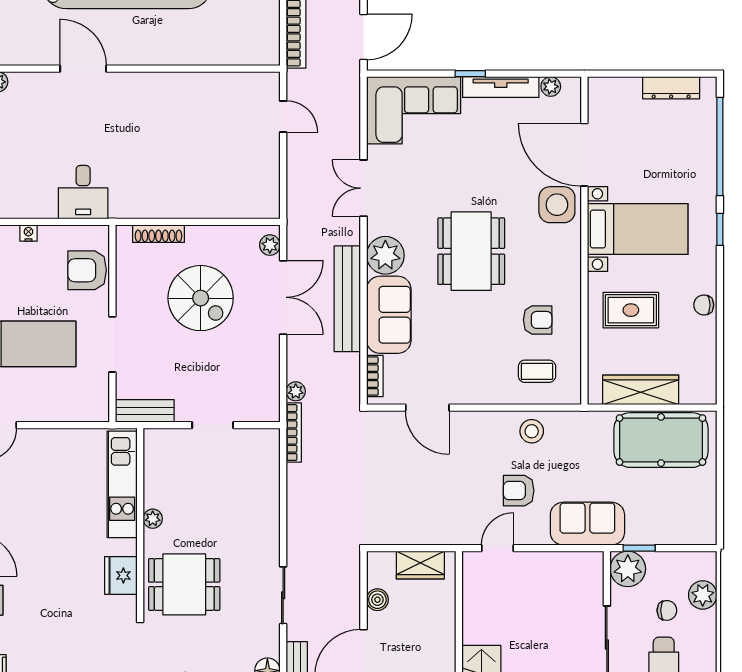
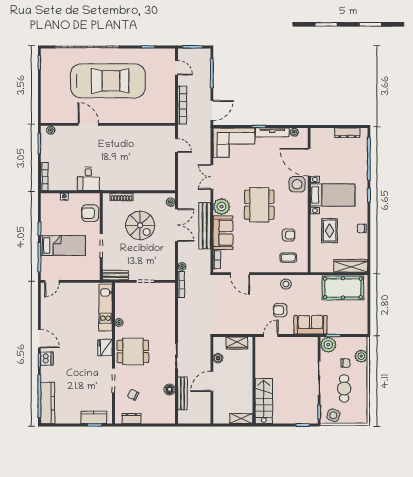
rug: (631, 310) -> (330, 231), turned 90
wardrobe: (641, 390) -> (351, 266), moved

